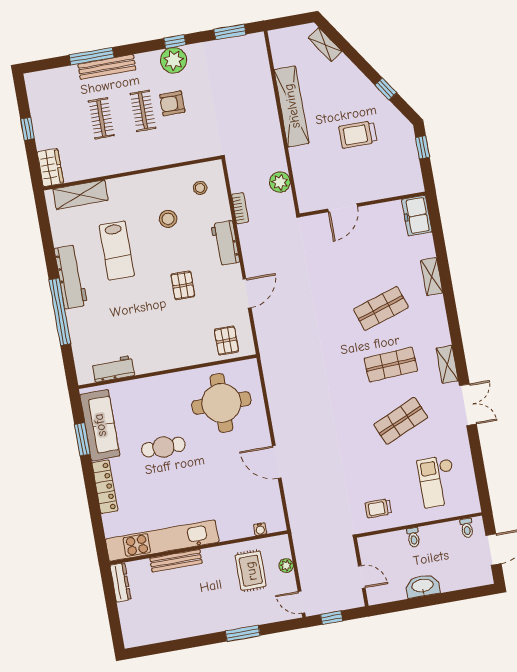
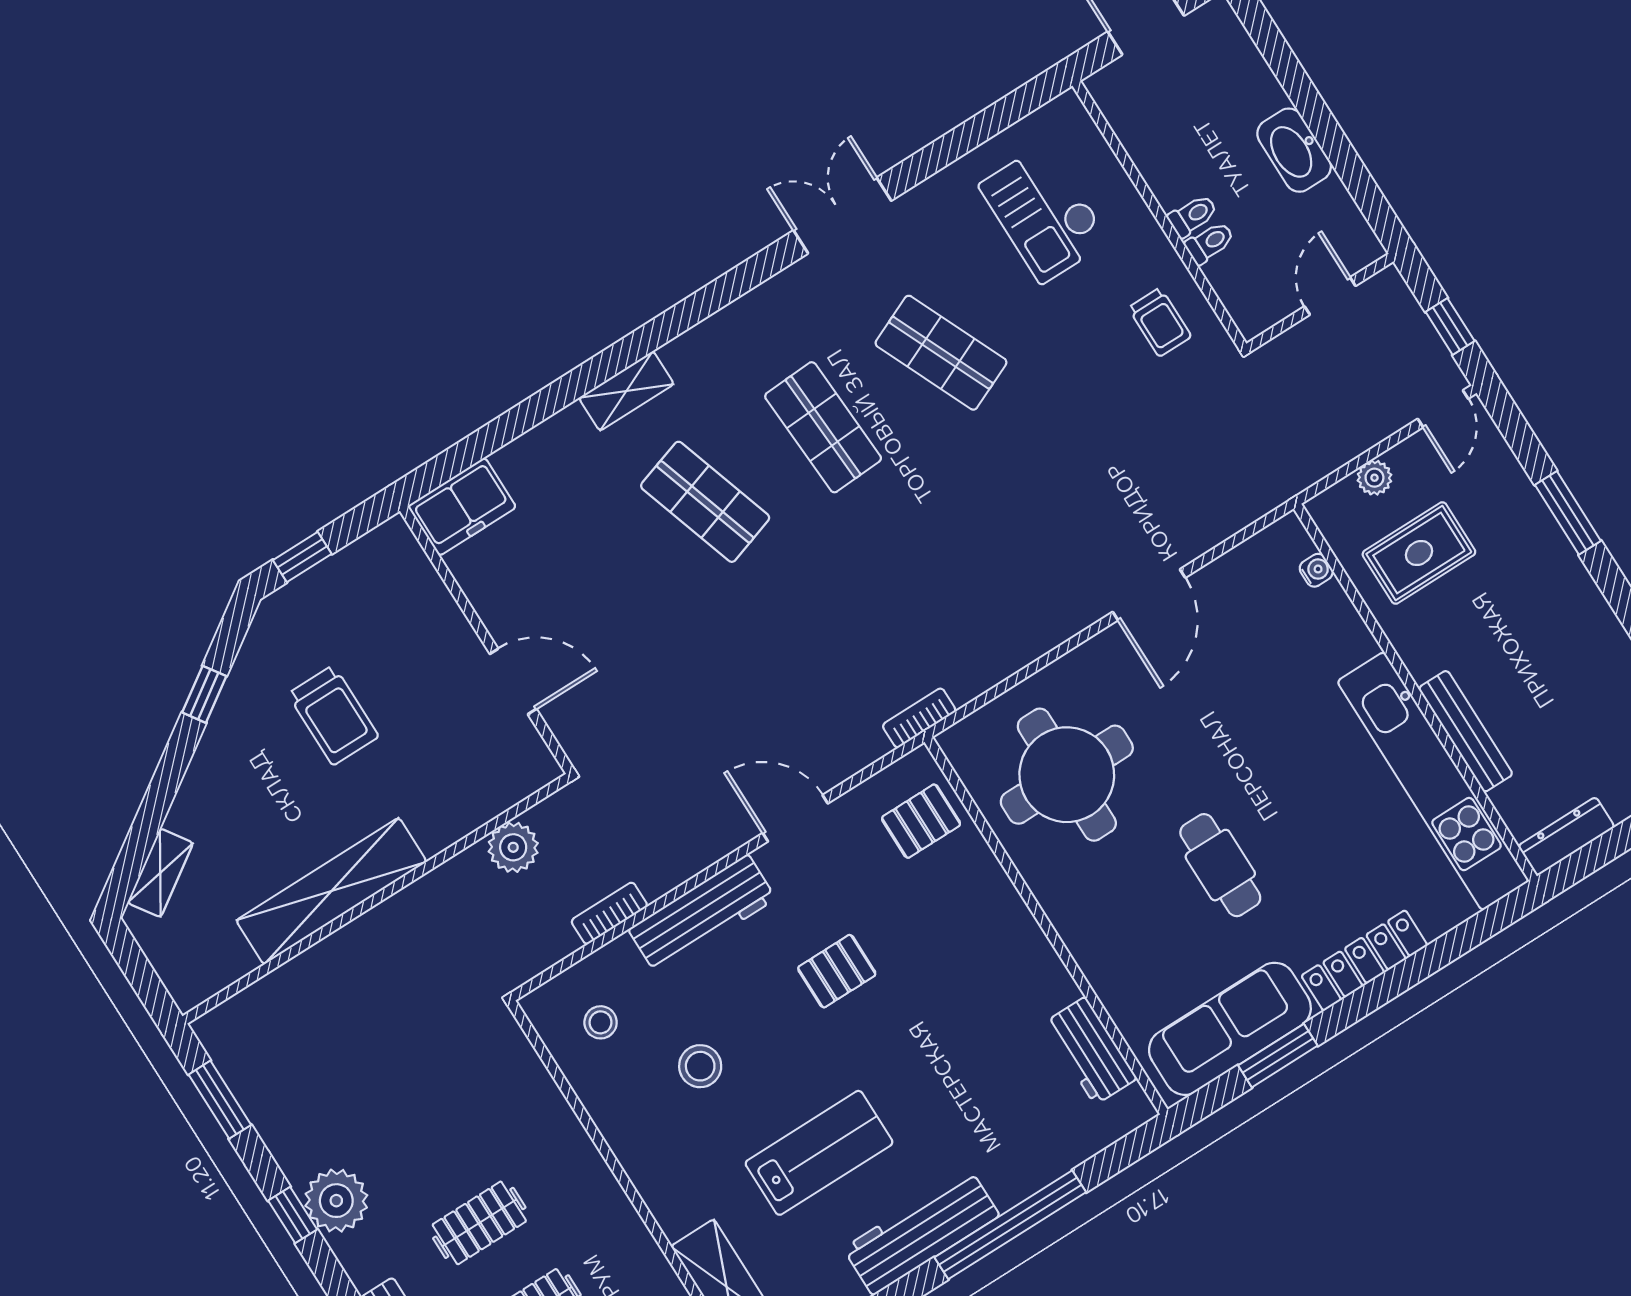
armchair: (172, 103) -> (435, 1164), removed
workbench: (225, 243) -> (702, 914), width x1.38
shelving: (432, 277) -> (626, 391), moved
bookcase: (266, 356) -> (919, 718), added
shelving: (447, 364) -> (770, 300), removed
checkout: (438, 482) -> (1044, 213), turned 90
toilet: (467, 528) -> (1210, 243), moved

